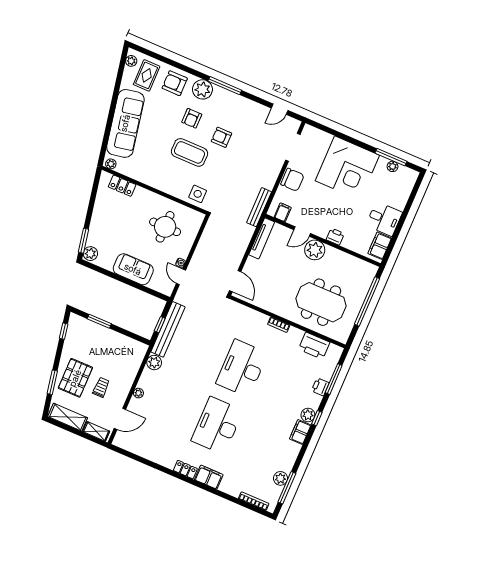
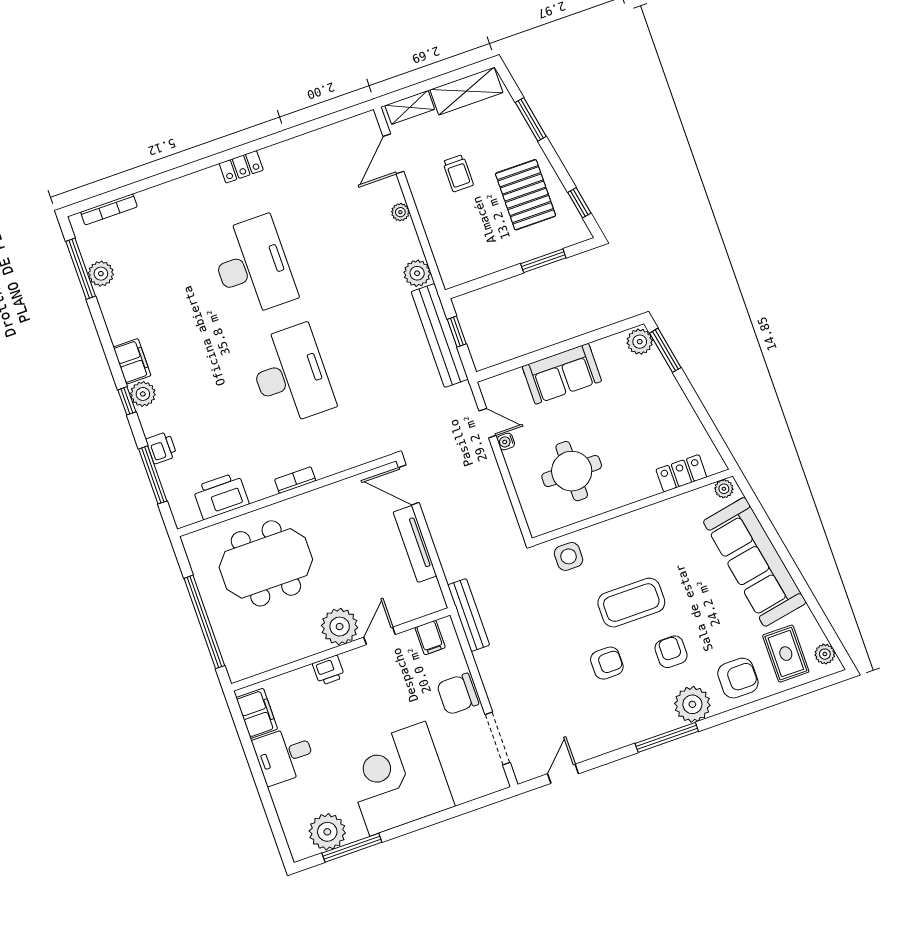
plant: (393, 166) -> (327, 832), width x1.88, depth x1.88
tv unit: (262, 238) -> (415, 544), moved
pallet: (75, 378) -> (526, 195), moved
filing cabinet: (209, 477) -> (200, 186), removed

